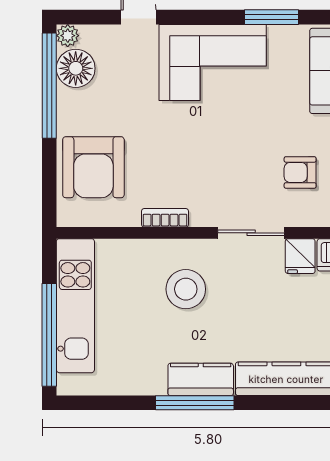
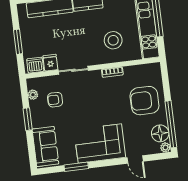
armchair: (93, 167) -> (144, 101), moved, turned -90
armchair: (300, 172) -> (55, 100), turned 180
stool: (186, 289) -> (113, 40), moved

